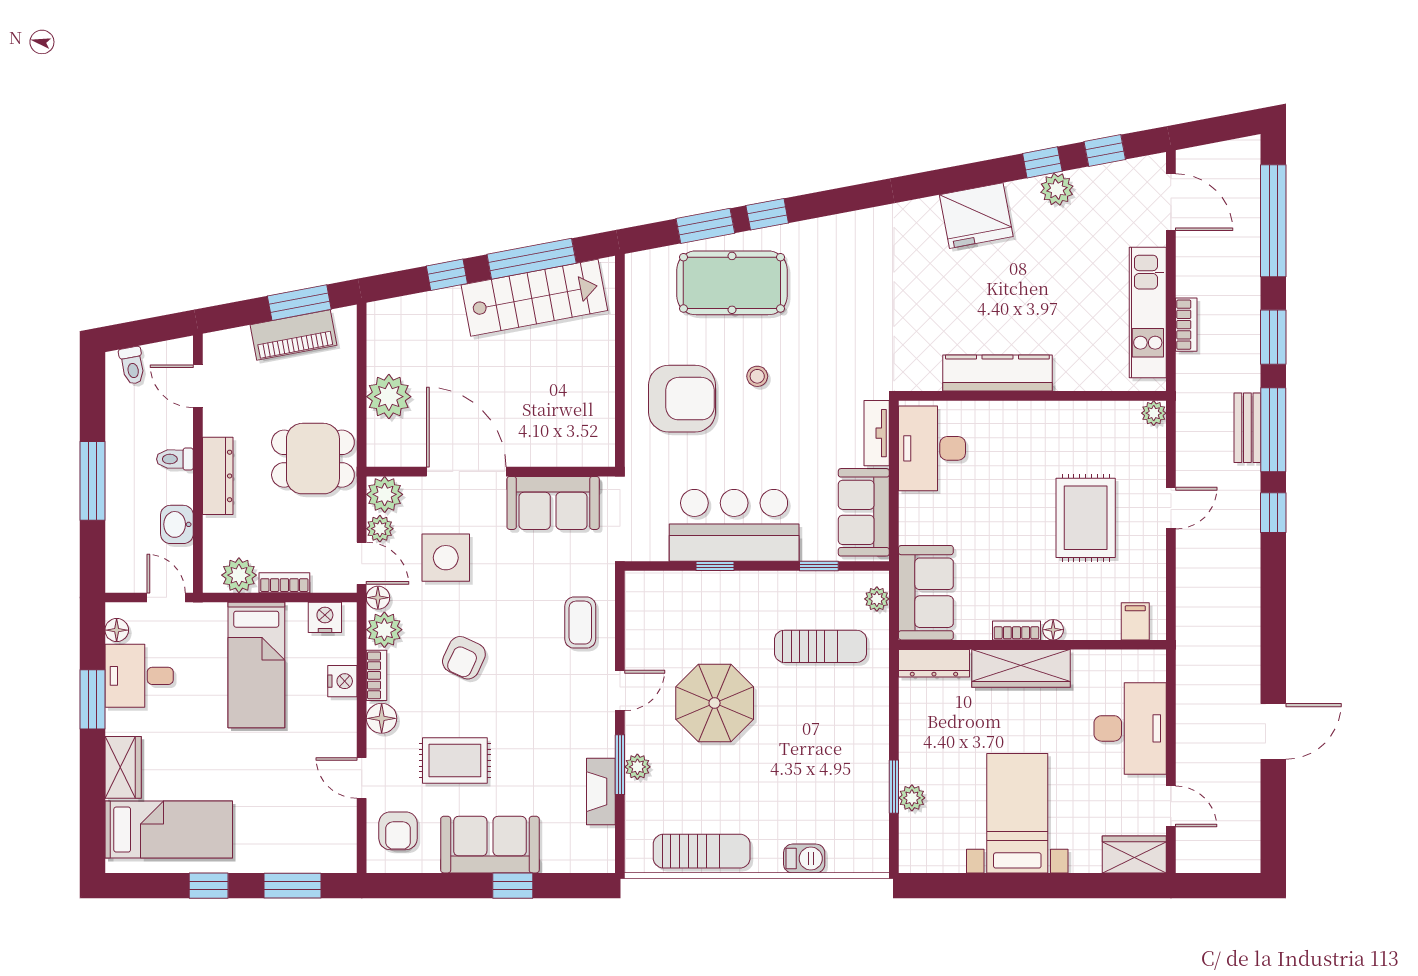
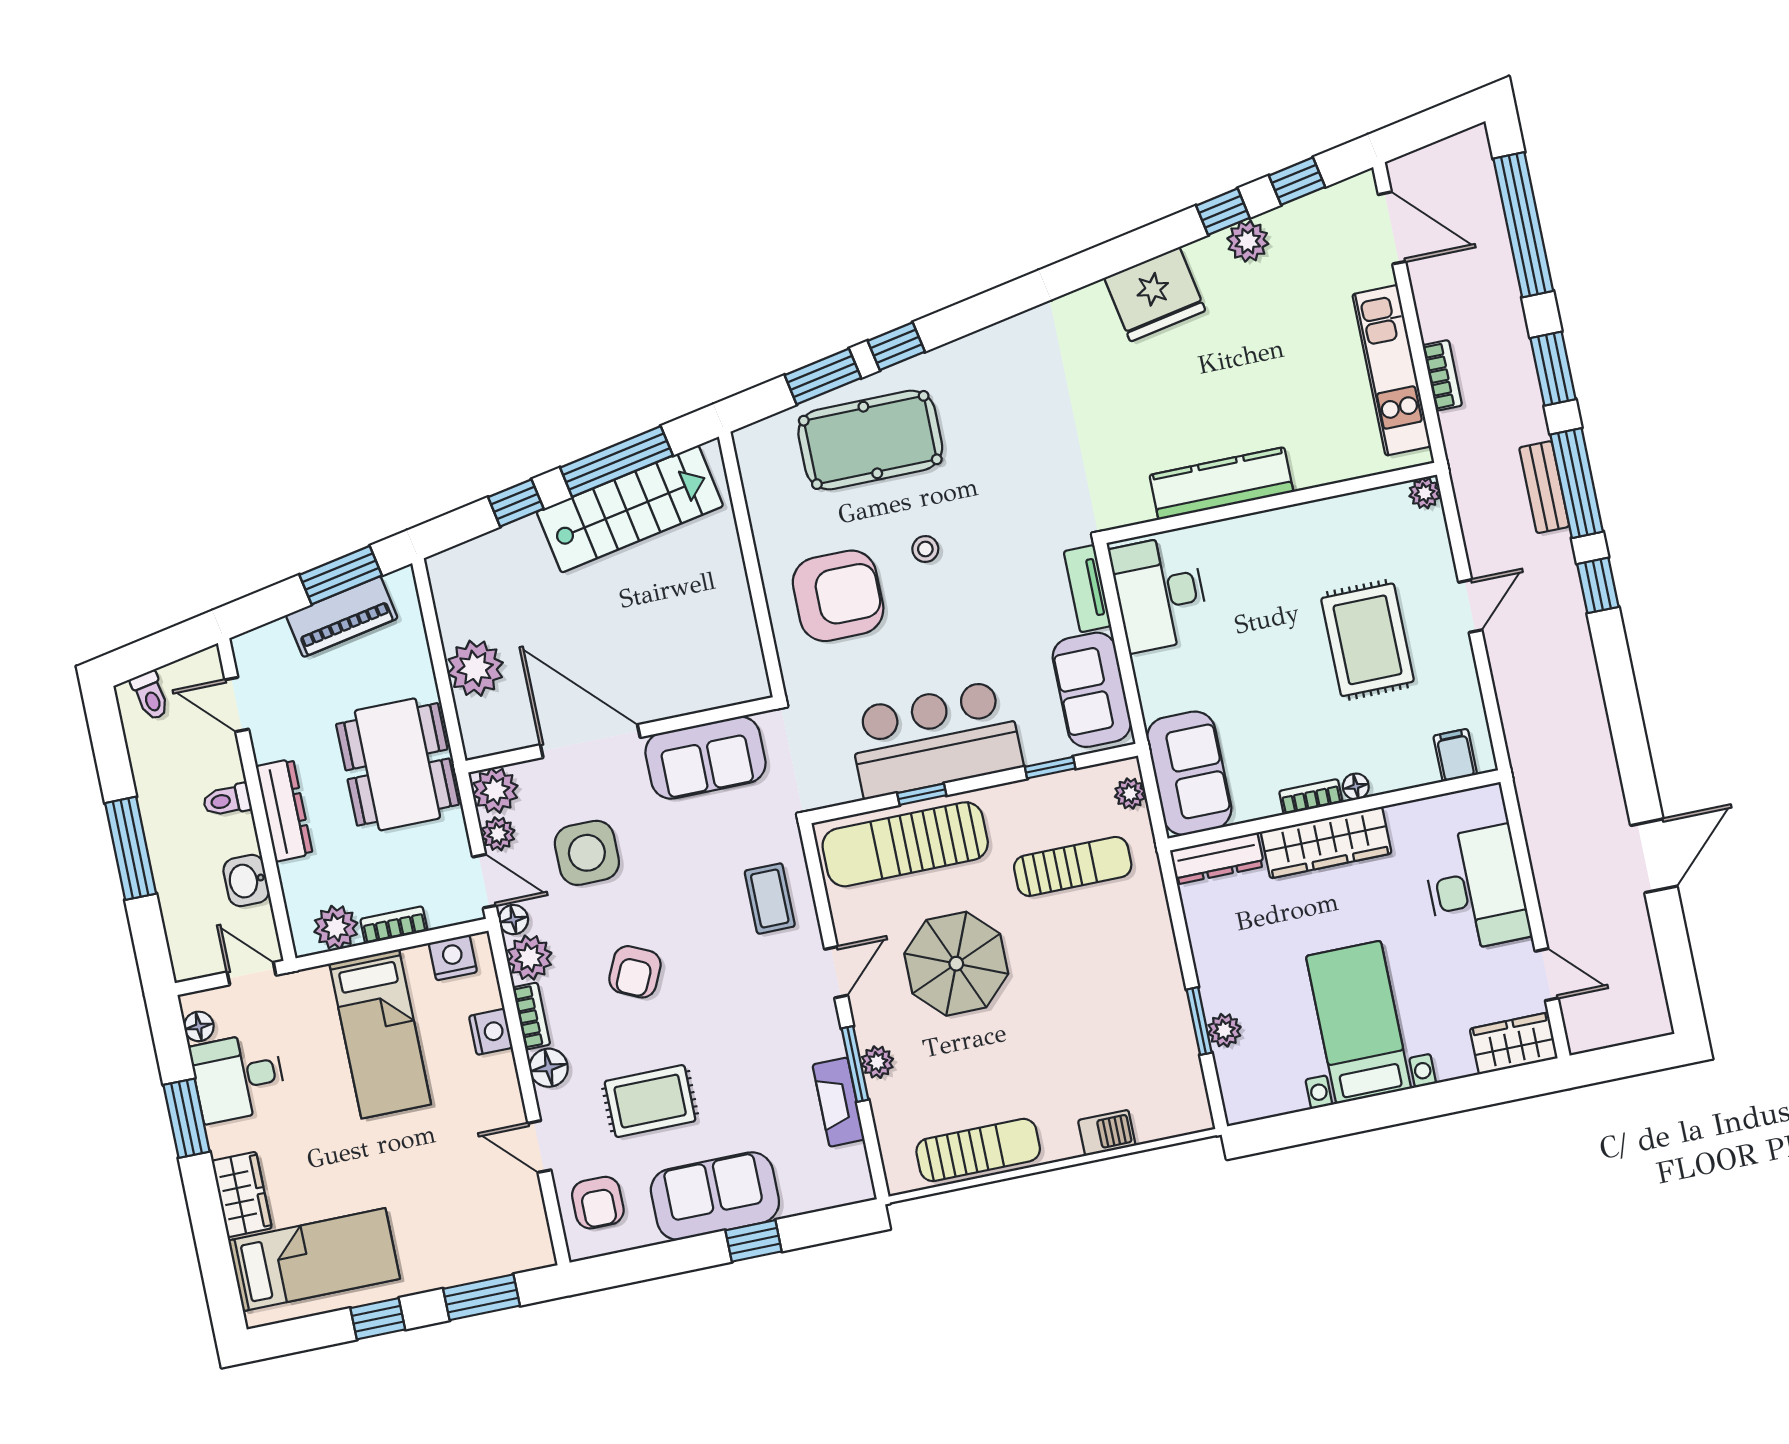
dining table: (313, 459) -> (397, 764), width x1.38
sun lounger: (694, 602) -> (905, 844), added

